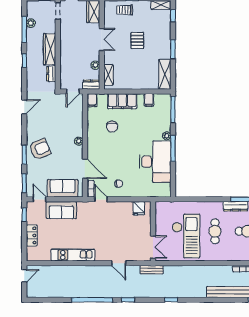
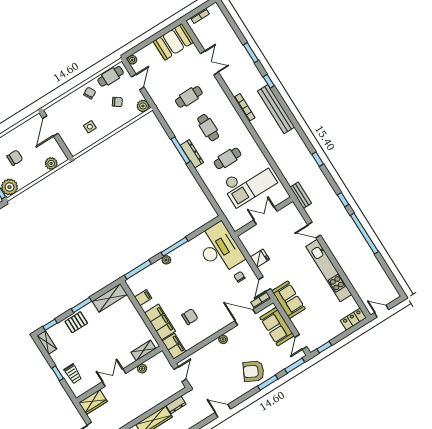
pallet: (137, 40) -> (76, 322), moved
dresser: (91, 85) -> (163, 361), removed
door: (73, 92) -> (180, 374), hinge flipped
filing cabinet: (92, 100) -> (174, 346), width x2.00
armchair: (40, 149) -> (254, 371), turned -40
desk: (155, 162) -> (219, 249), moved, turned 90
door: (85, 169) -> (245, 317), hinge flipped
fridge: (139, 208) -> (260, 258), moved
sofa: (61, 210) -> (289, 300), moved
locker: (32, 235) -> (353, 319), moved
checkout: (186, 236) -> (249, 183), turned 180
double door: (153, 247) -> (265, 216), moved
kitchen unit: (73, 255) -> (329, 270), width x1.36
door: (119, 263) -> (314, 230), swing flipped

